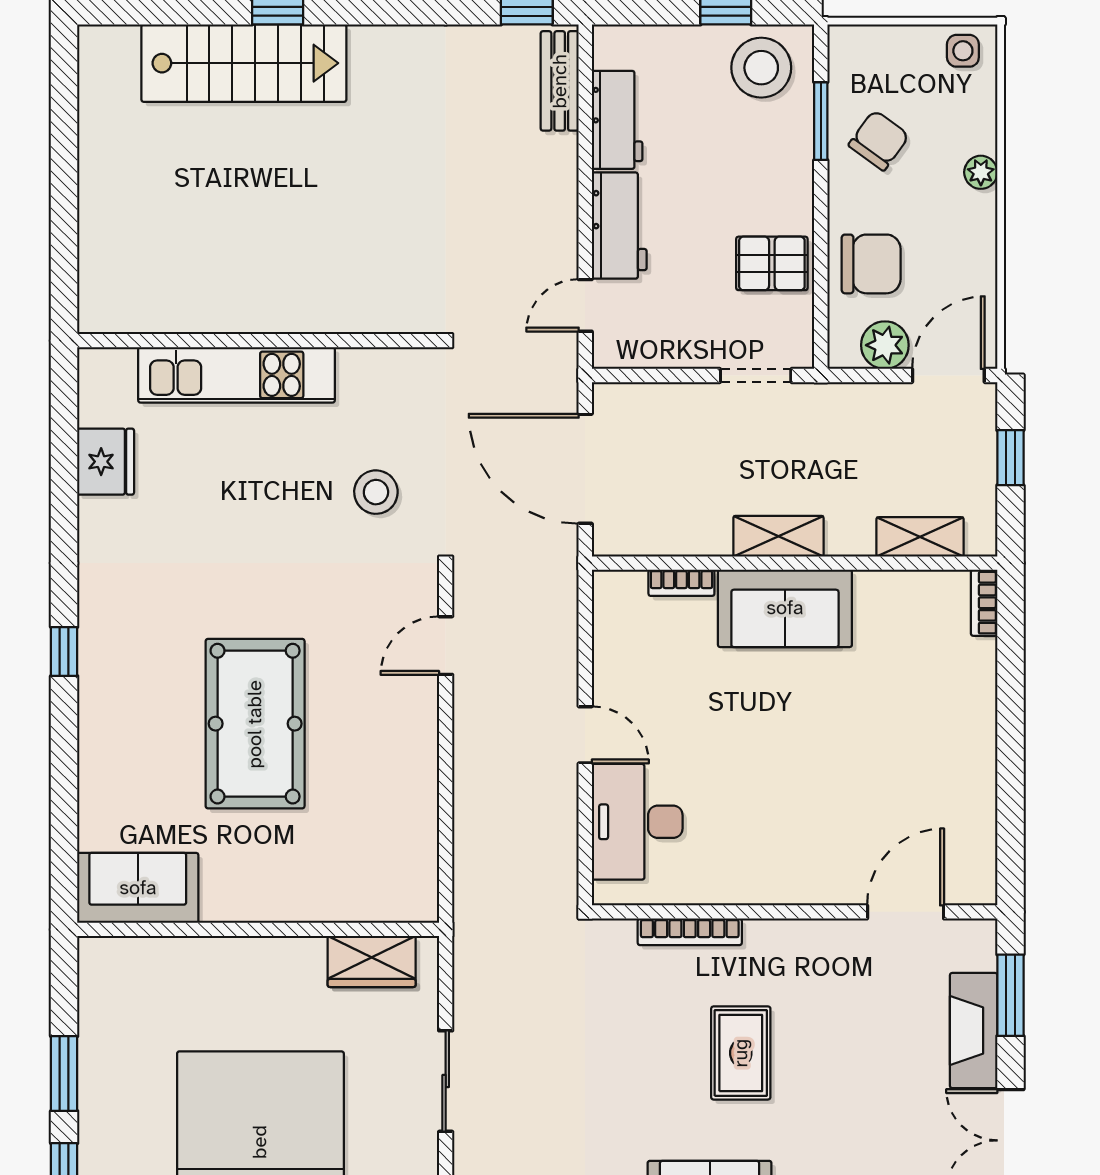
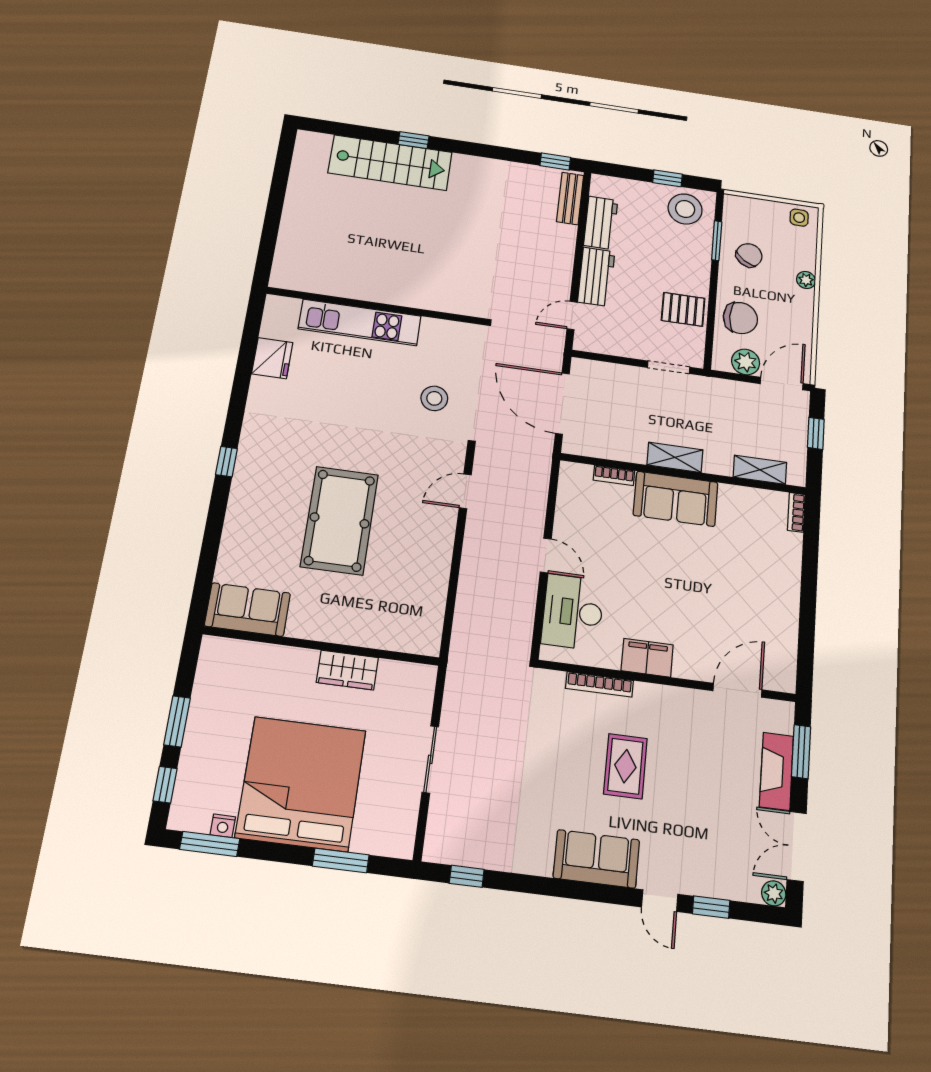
filing cabinet: (760, 879) -> (647, 658), added
wardrobe: (372, 961) -> (347, 670), moved

